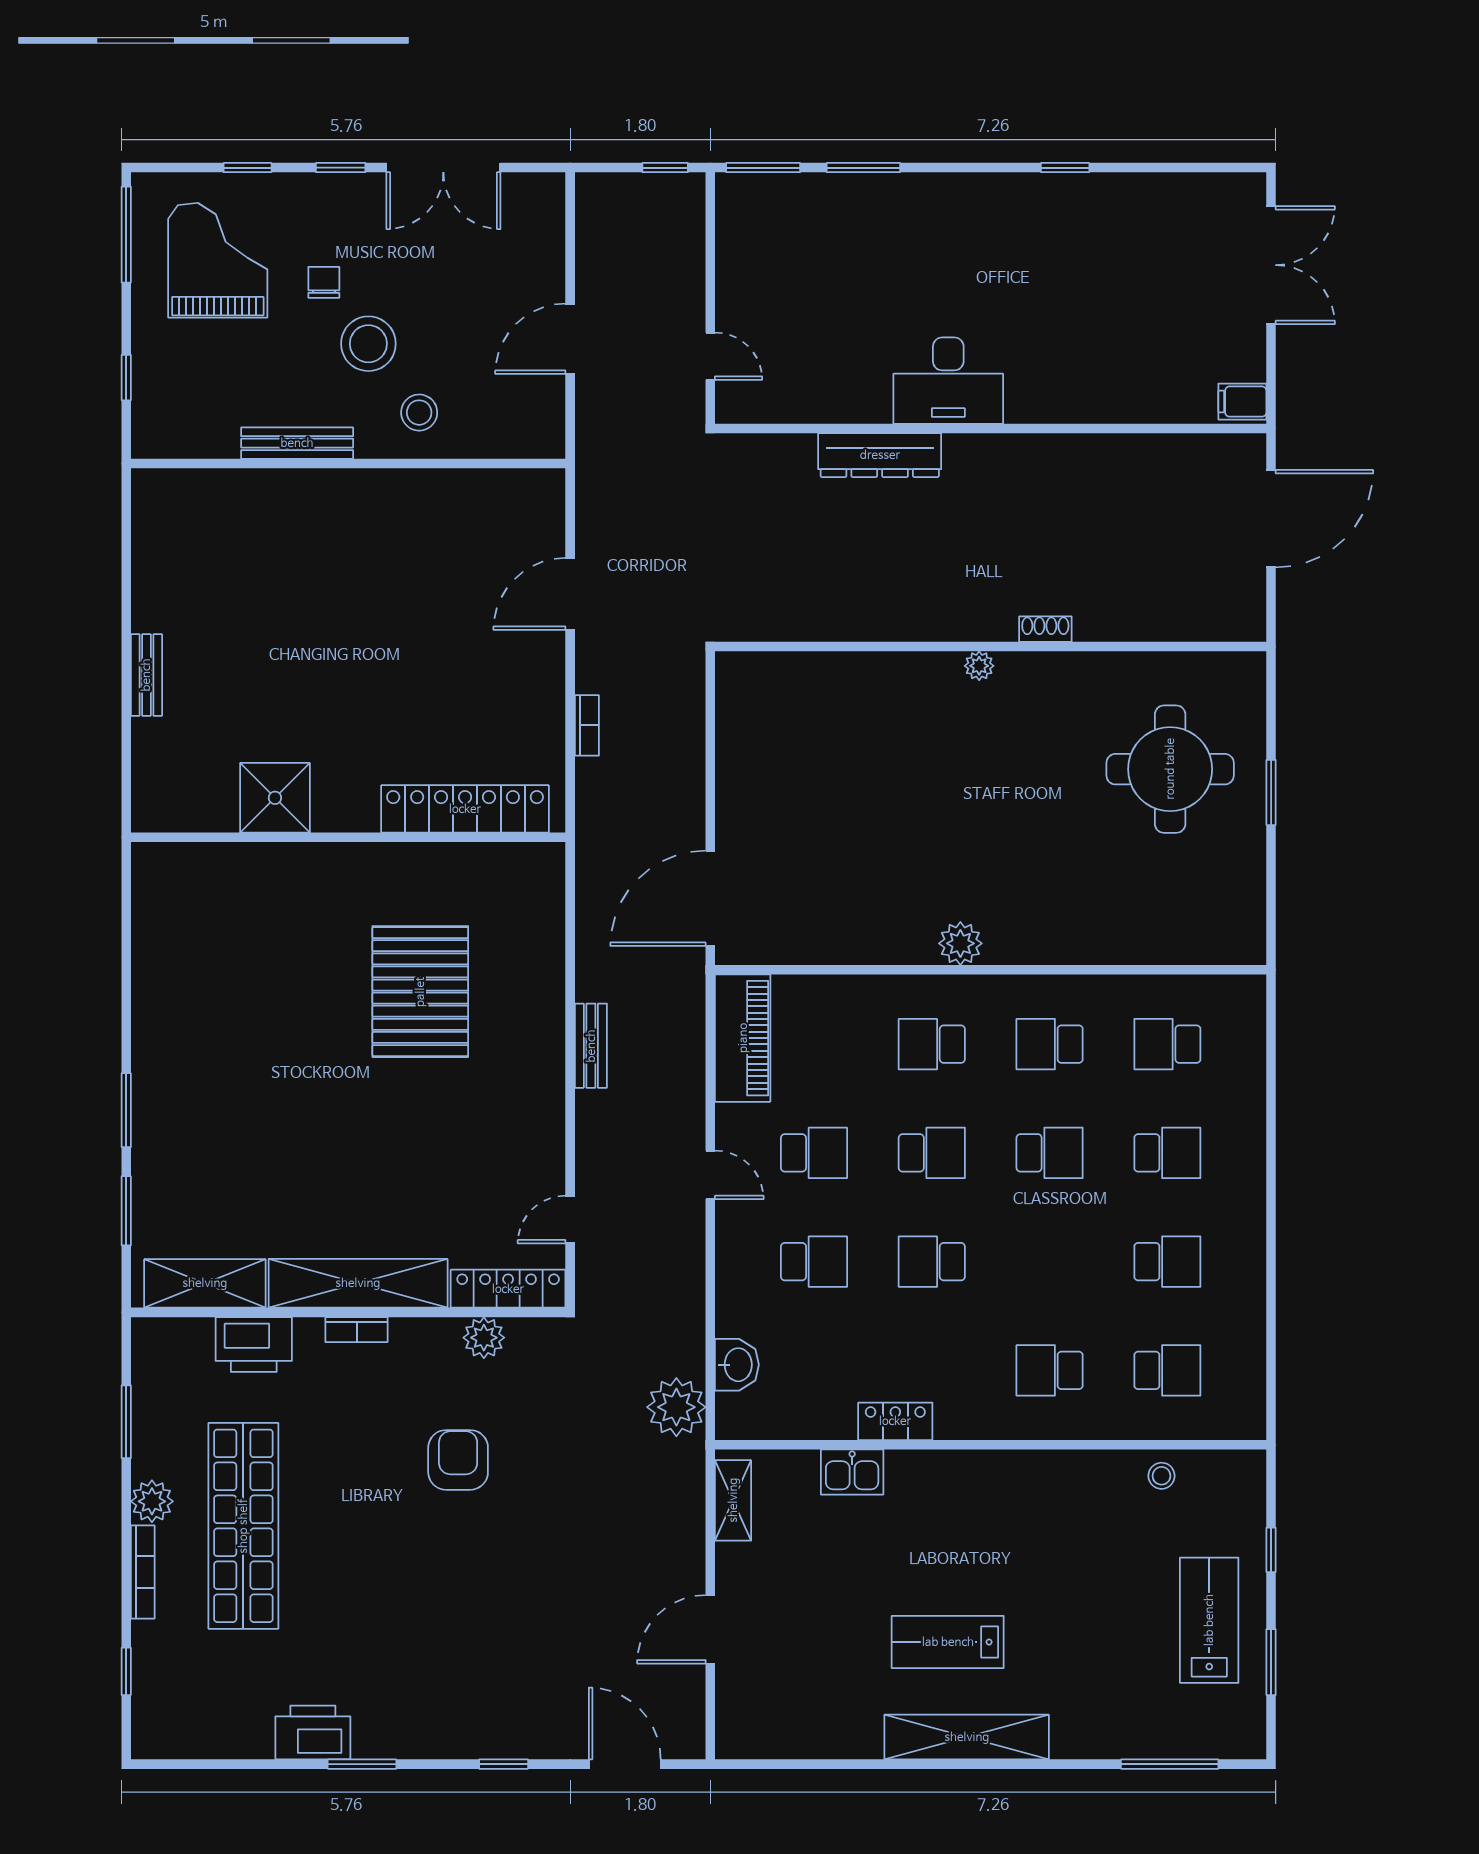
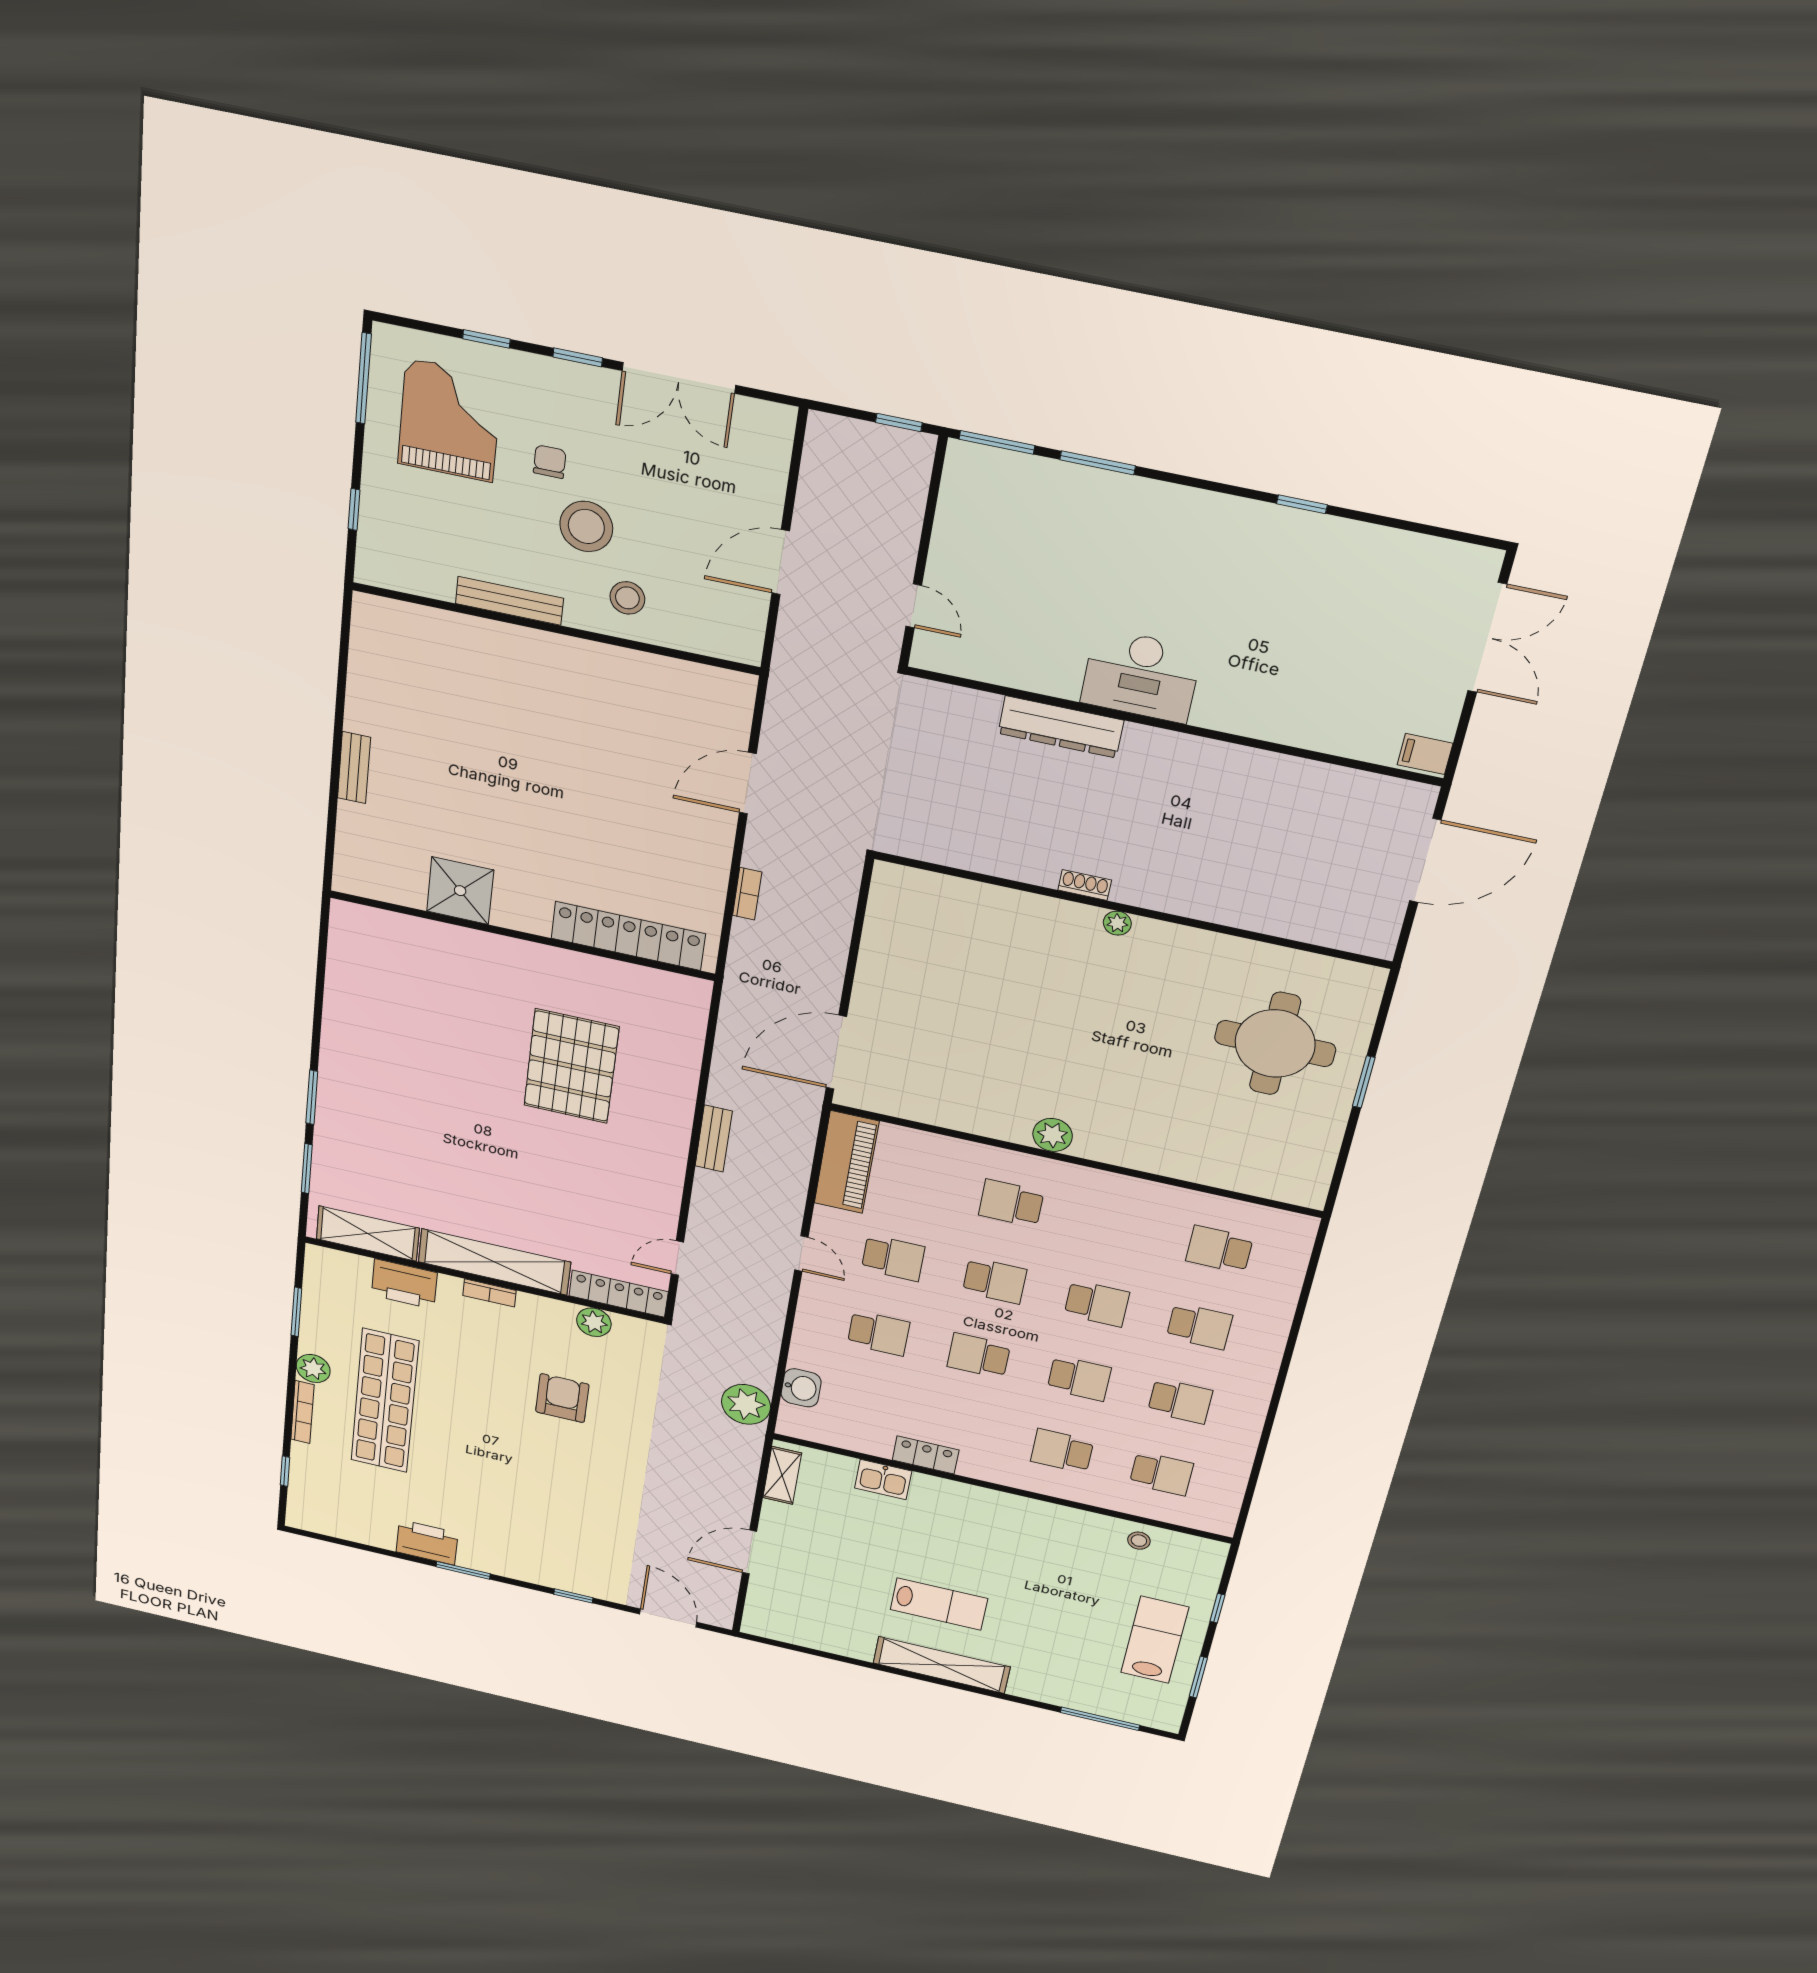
shoe rack: (1045, 629) -> (1085, 885), moved
school desk: (1050, 1044) -> (1079, 1378), moved, turned 180
lab bench: (948, 1642) -> (939, 1604), turned 180

